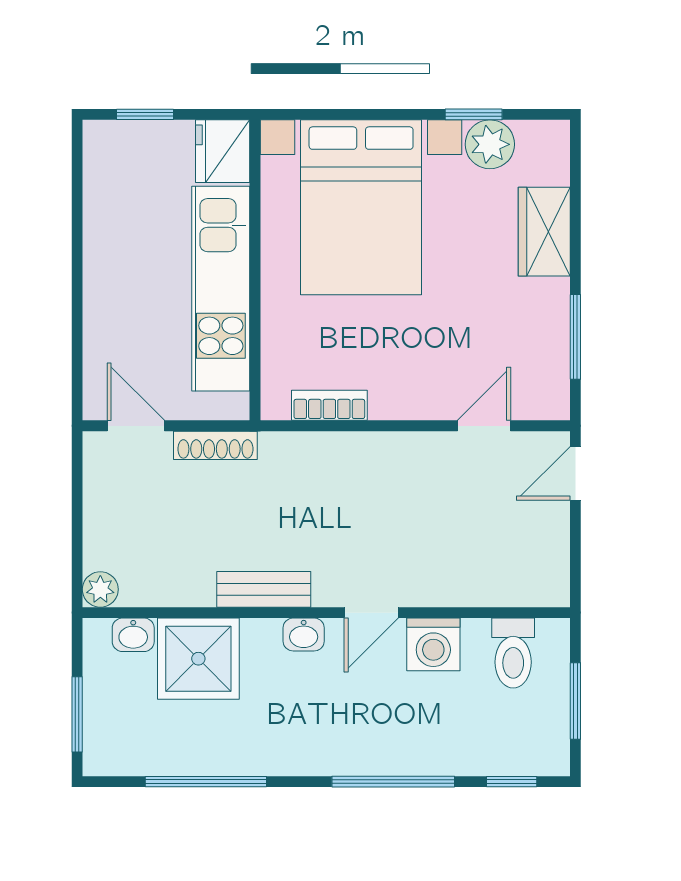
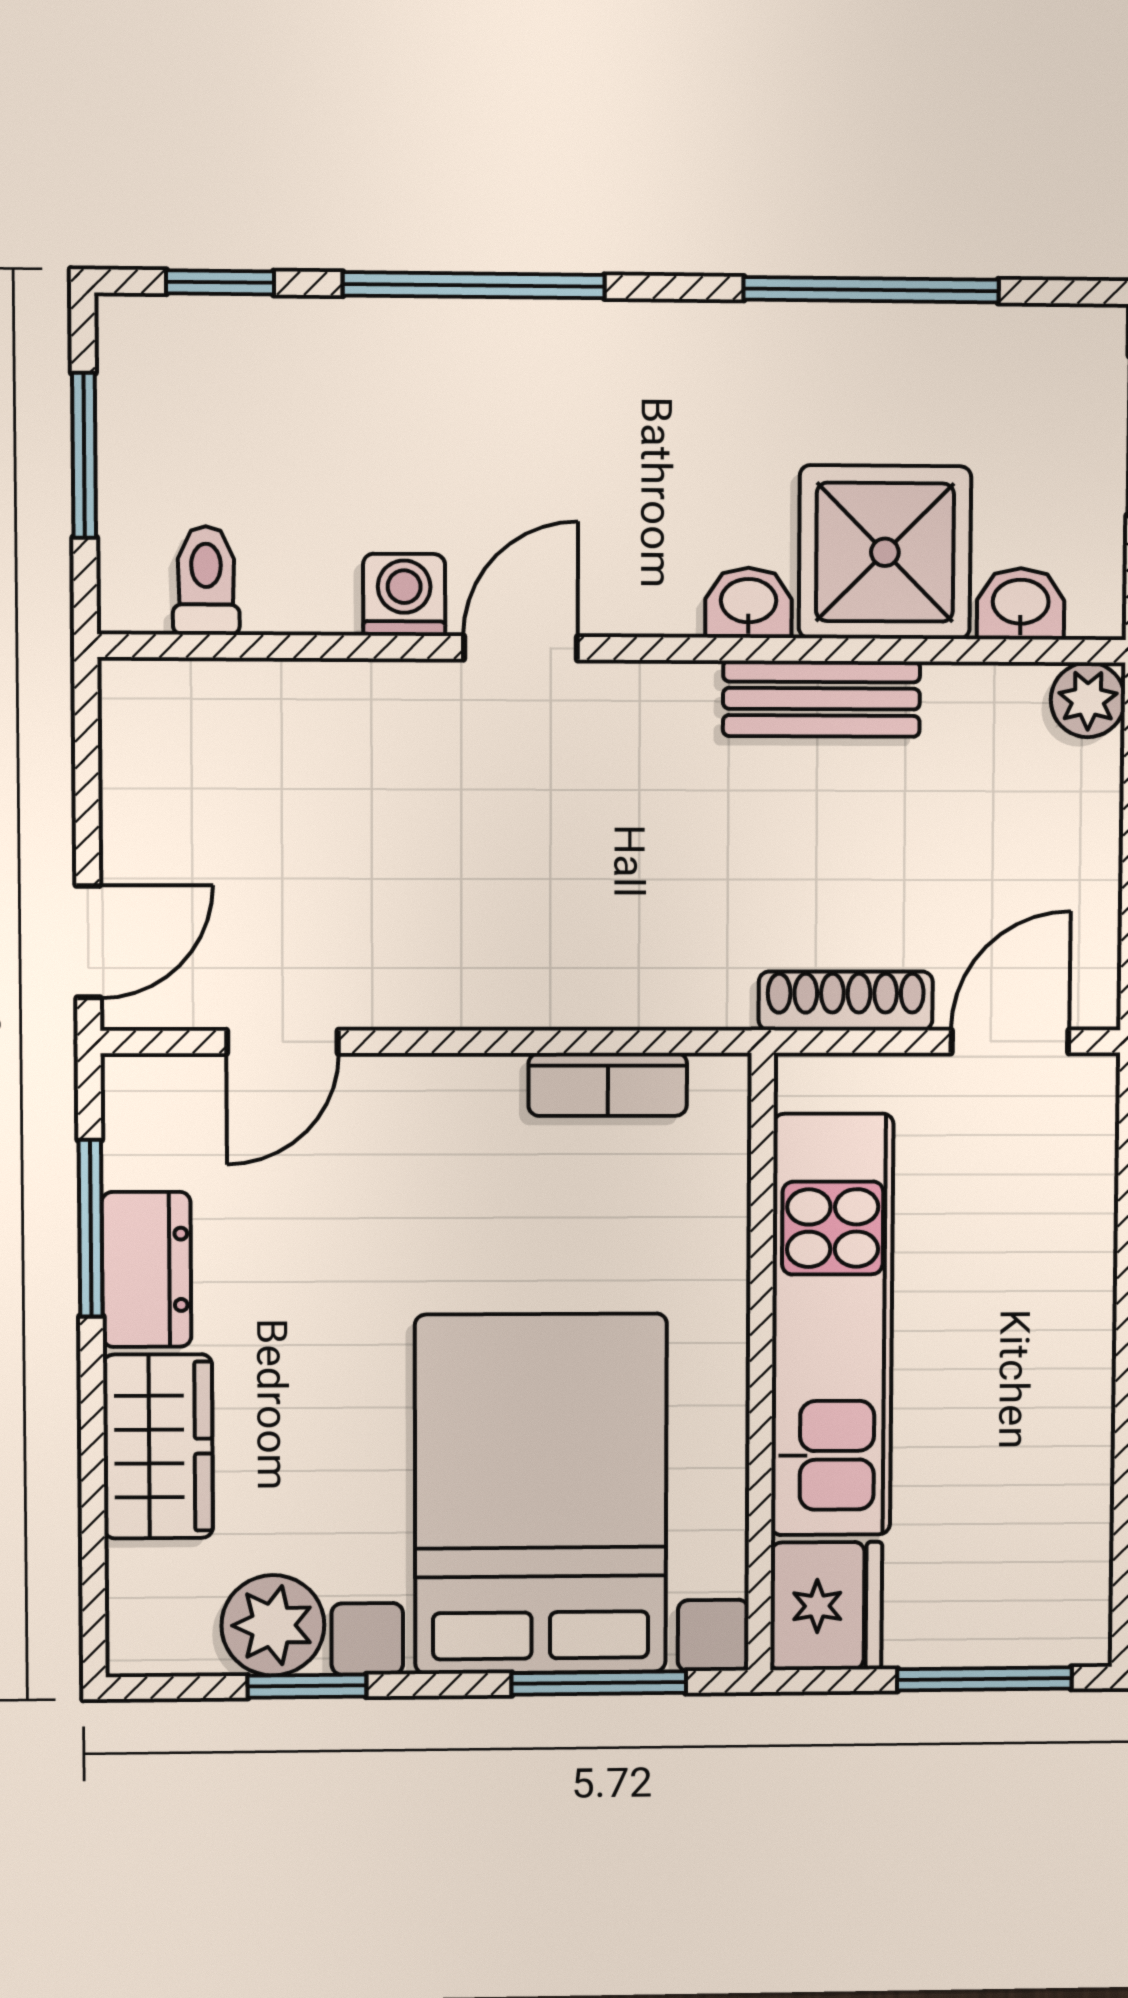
window: (145, 114) -> (984, 1679), width x1.50
window: (333, 114) -> (599, 1683), added
dresser: (549, 317) -> (147, 1269), added
door: (136, 426) -> (1010, 1041), swing flipped
bench: (264, 589) -> (822, 699), moved
washbasin: (304, 634) -> (749, 603), moved
washing machine: (433, 644) -> (404, 595), width x0.73, depth x0.73
toilet: (513, 653) -> (206, 581), width x0.73, depth x0.72

